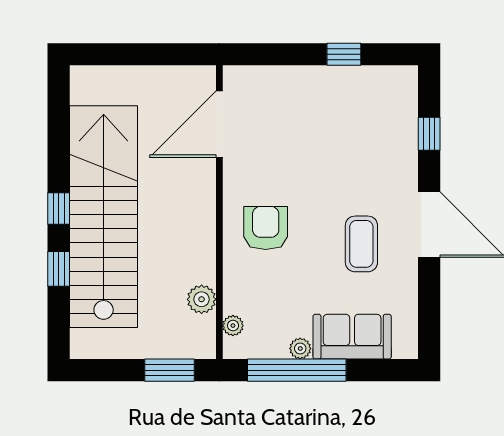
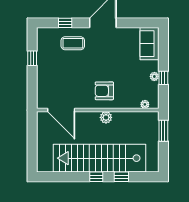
coffee table: (361, 244) -> (73, 43), moved
plant: (202, 299) -> (106, 117), moved
sofa: (352, 337) -> (149, 44), moved
window: (297, 370) -> (163, 78), width x0.32

